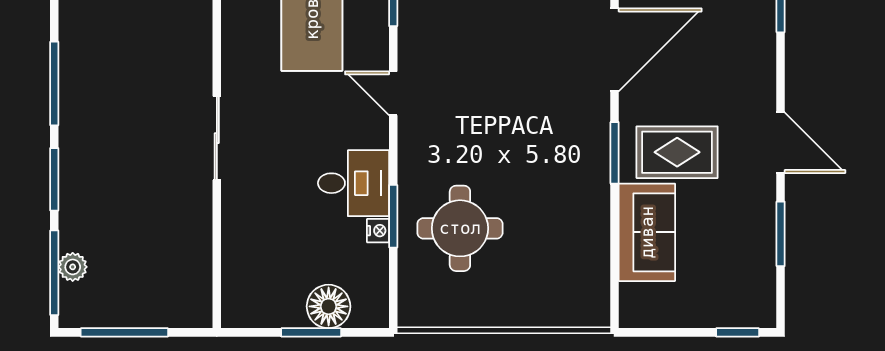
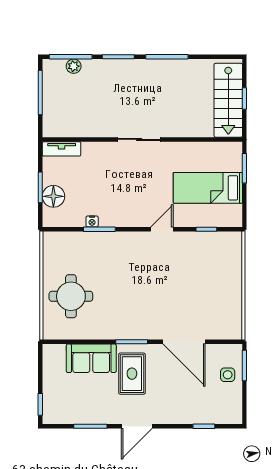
desk: (353, 183) -> (116, 209), removed
round table: (460, 228) -> (71, 296), moved
tv unit: (235, 291) -> (62, 149), added

